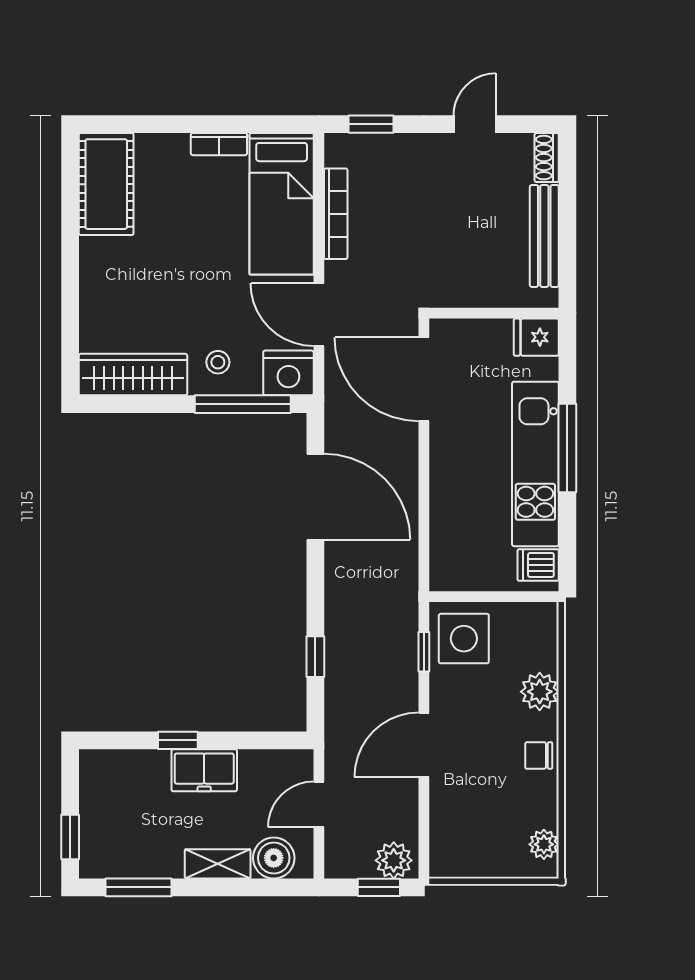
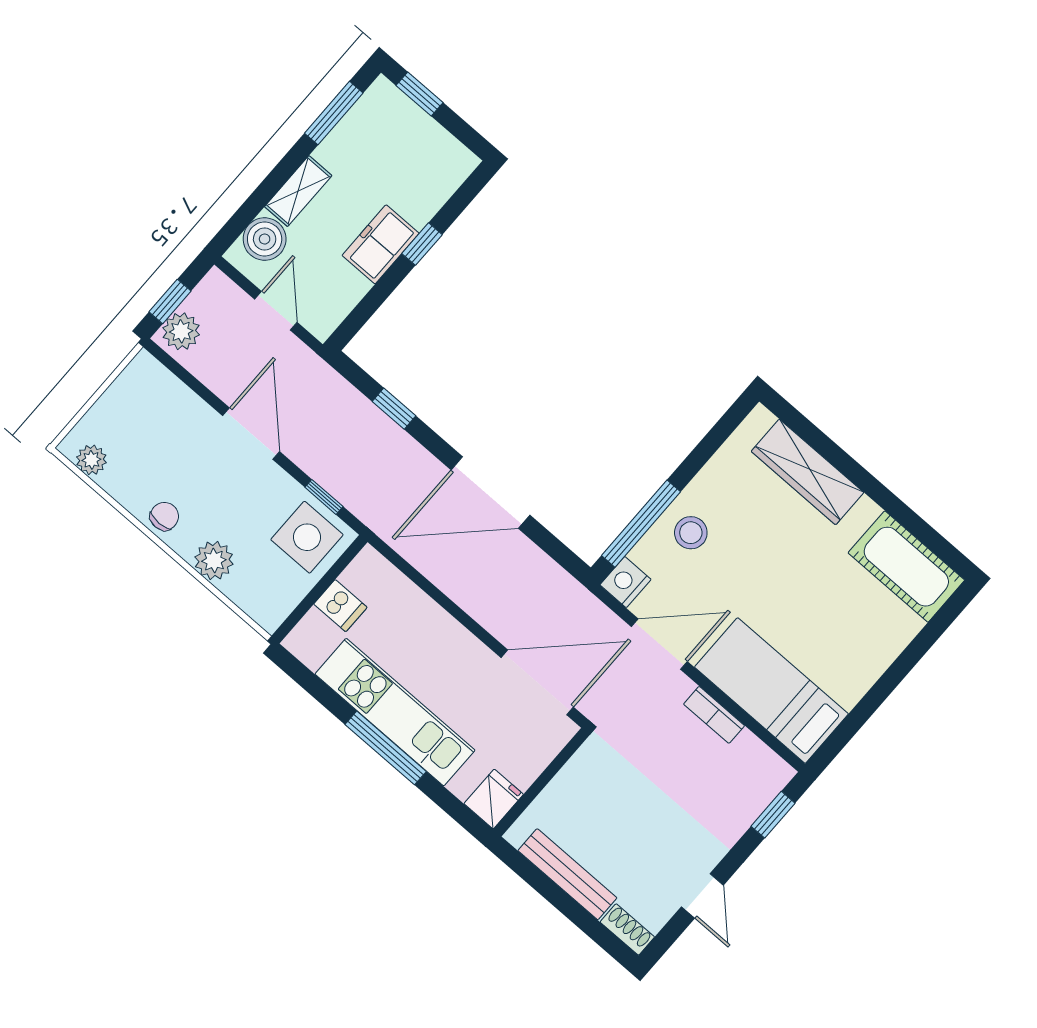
bookcase: (219, 144) -> (861, 682), removed
bookcase: (336, 214) -> (714, 715), width x0.64
stool: (218, 362) -> (691, 533), width x1.37, depth x1.37
nightstand: (288, 373) -> (625, 582), width x0.74, depth x0.75
wardrobe: (133, 375) -> (807, 472), moved, turned 90
door: (315, 497) -> (490, 493), moved
dishwasher: (538, 565) -> (340, 606), moved, turned 90

